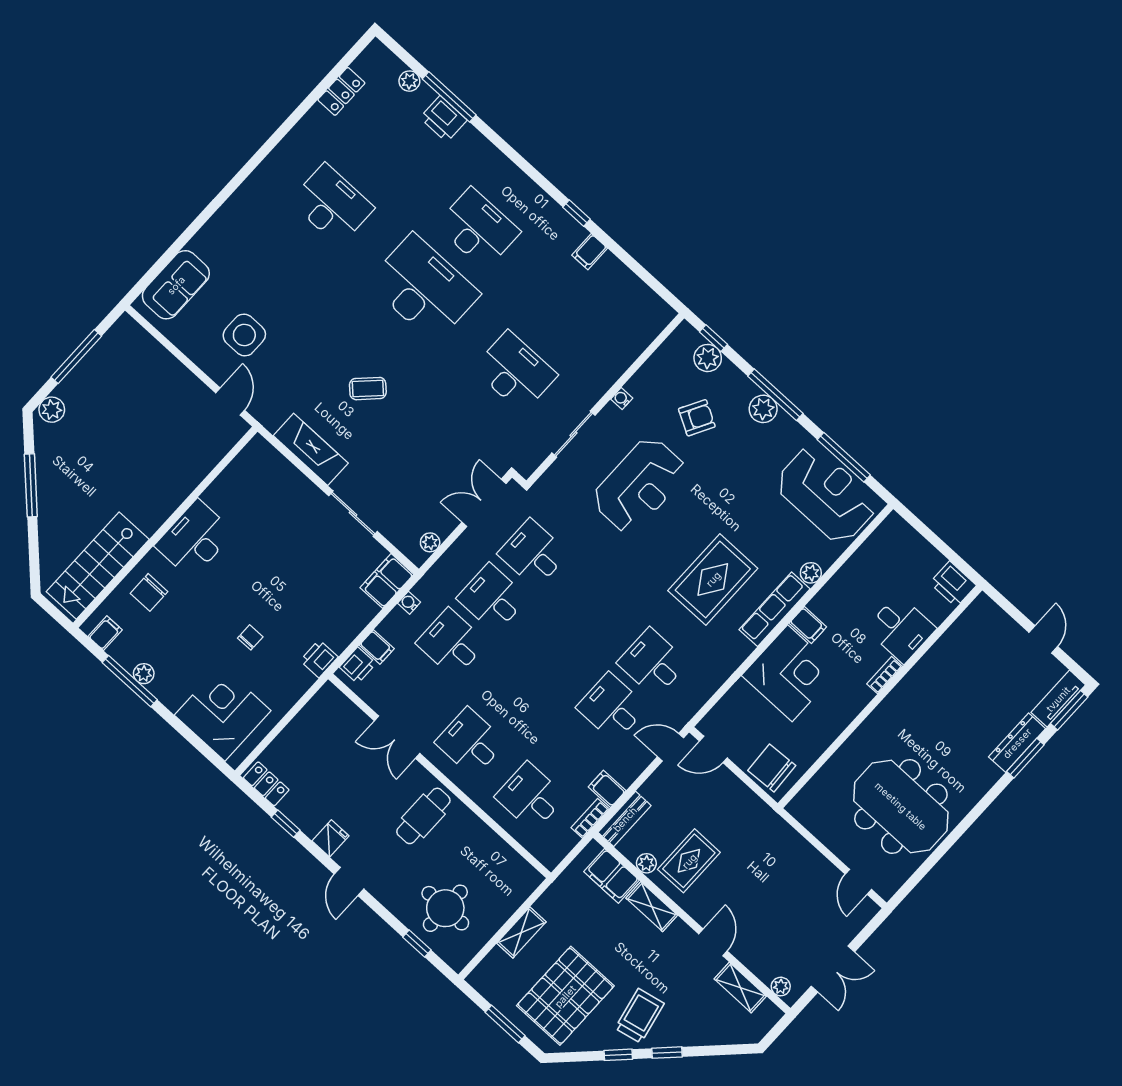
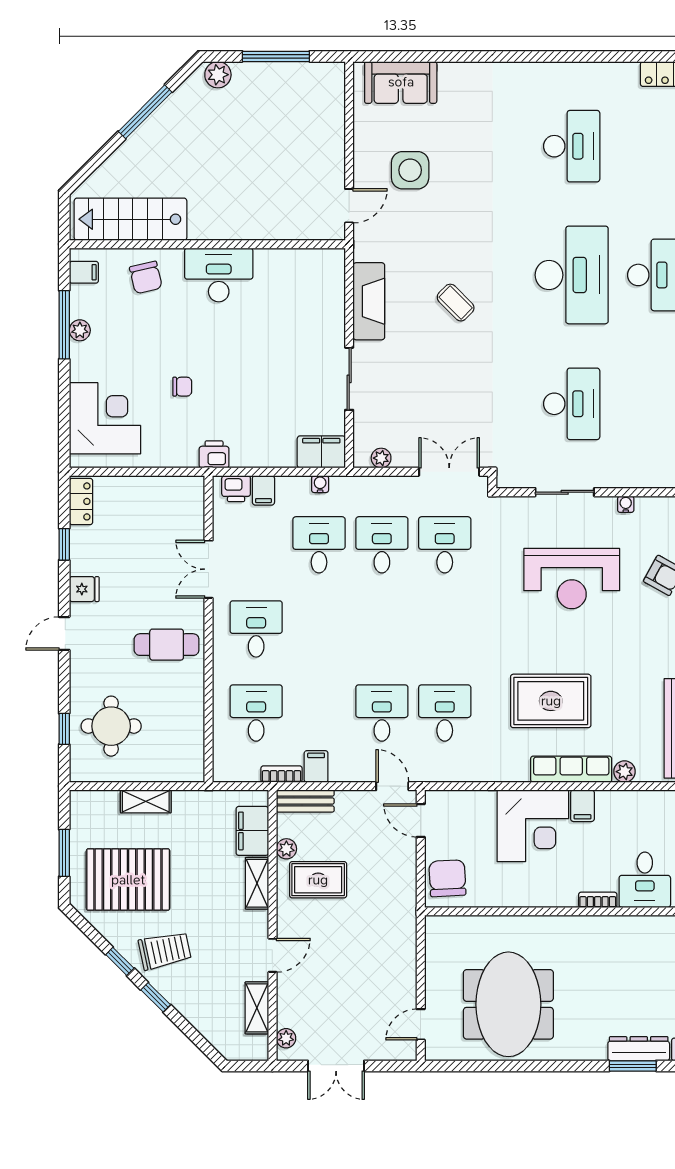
chair: (149, 592) -> (146, 277), turned -103

